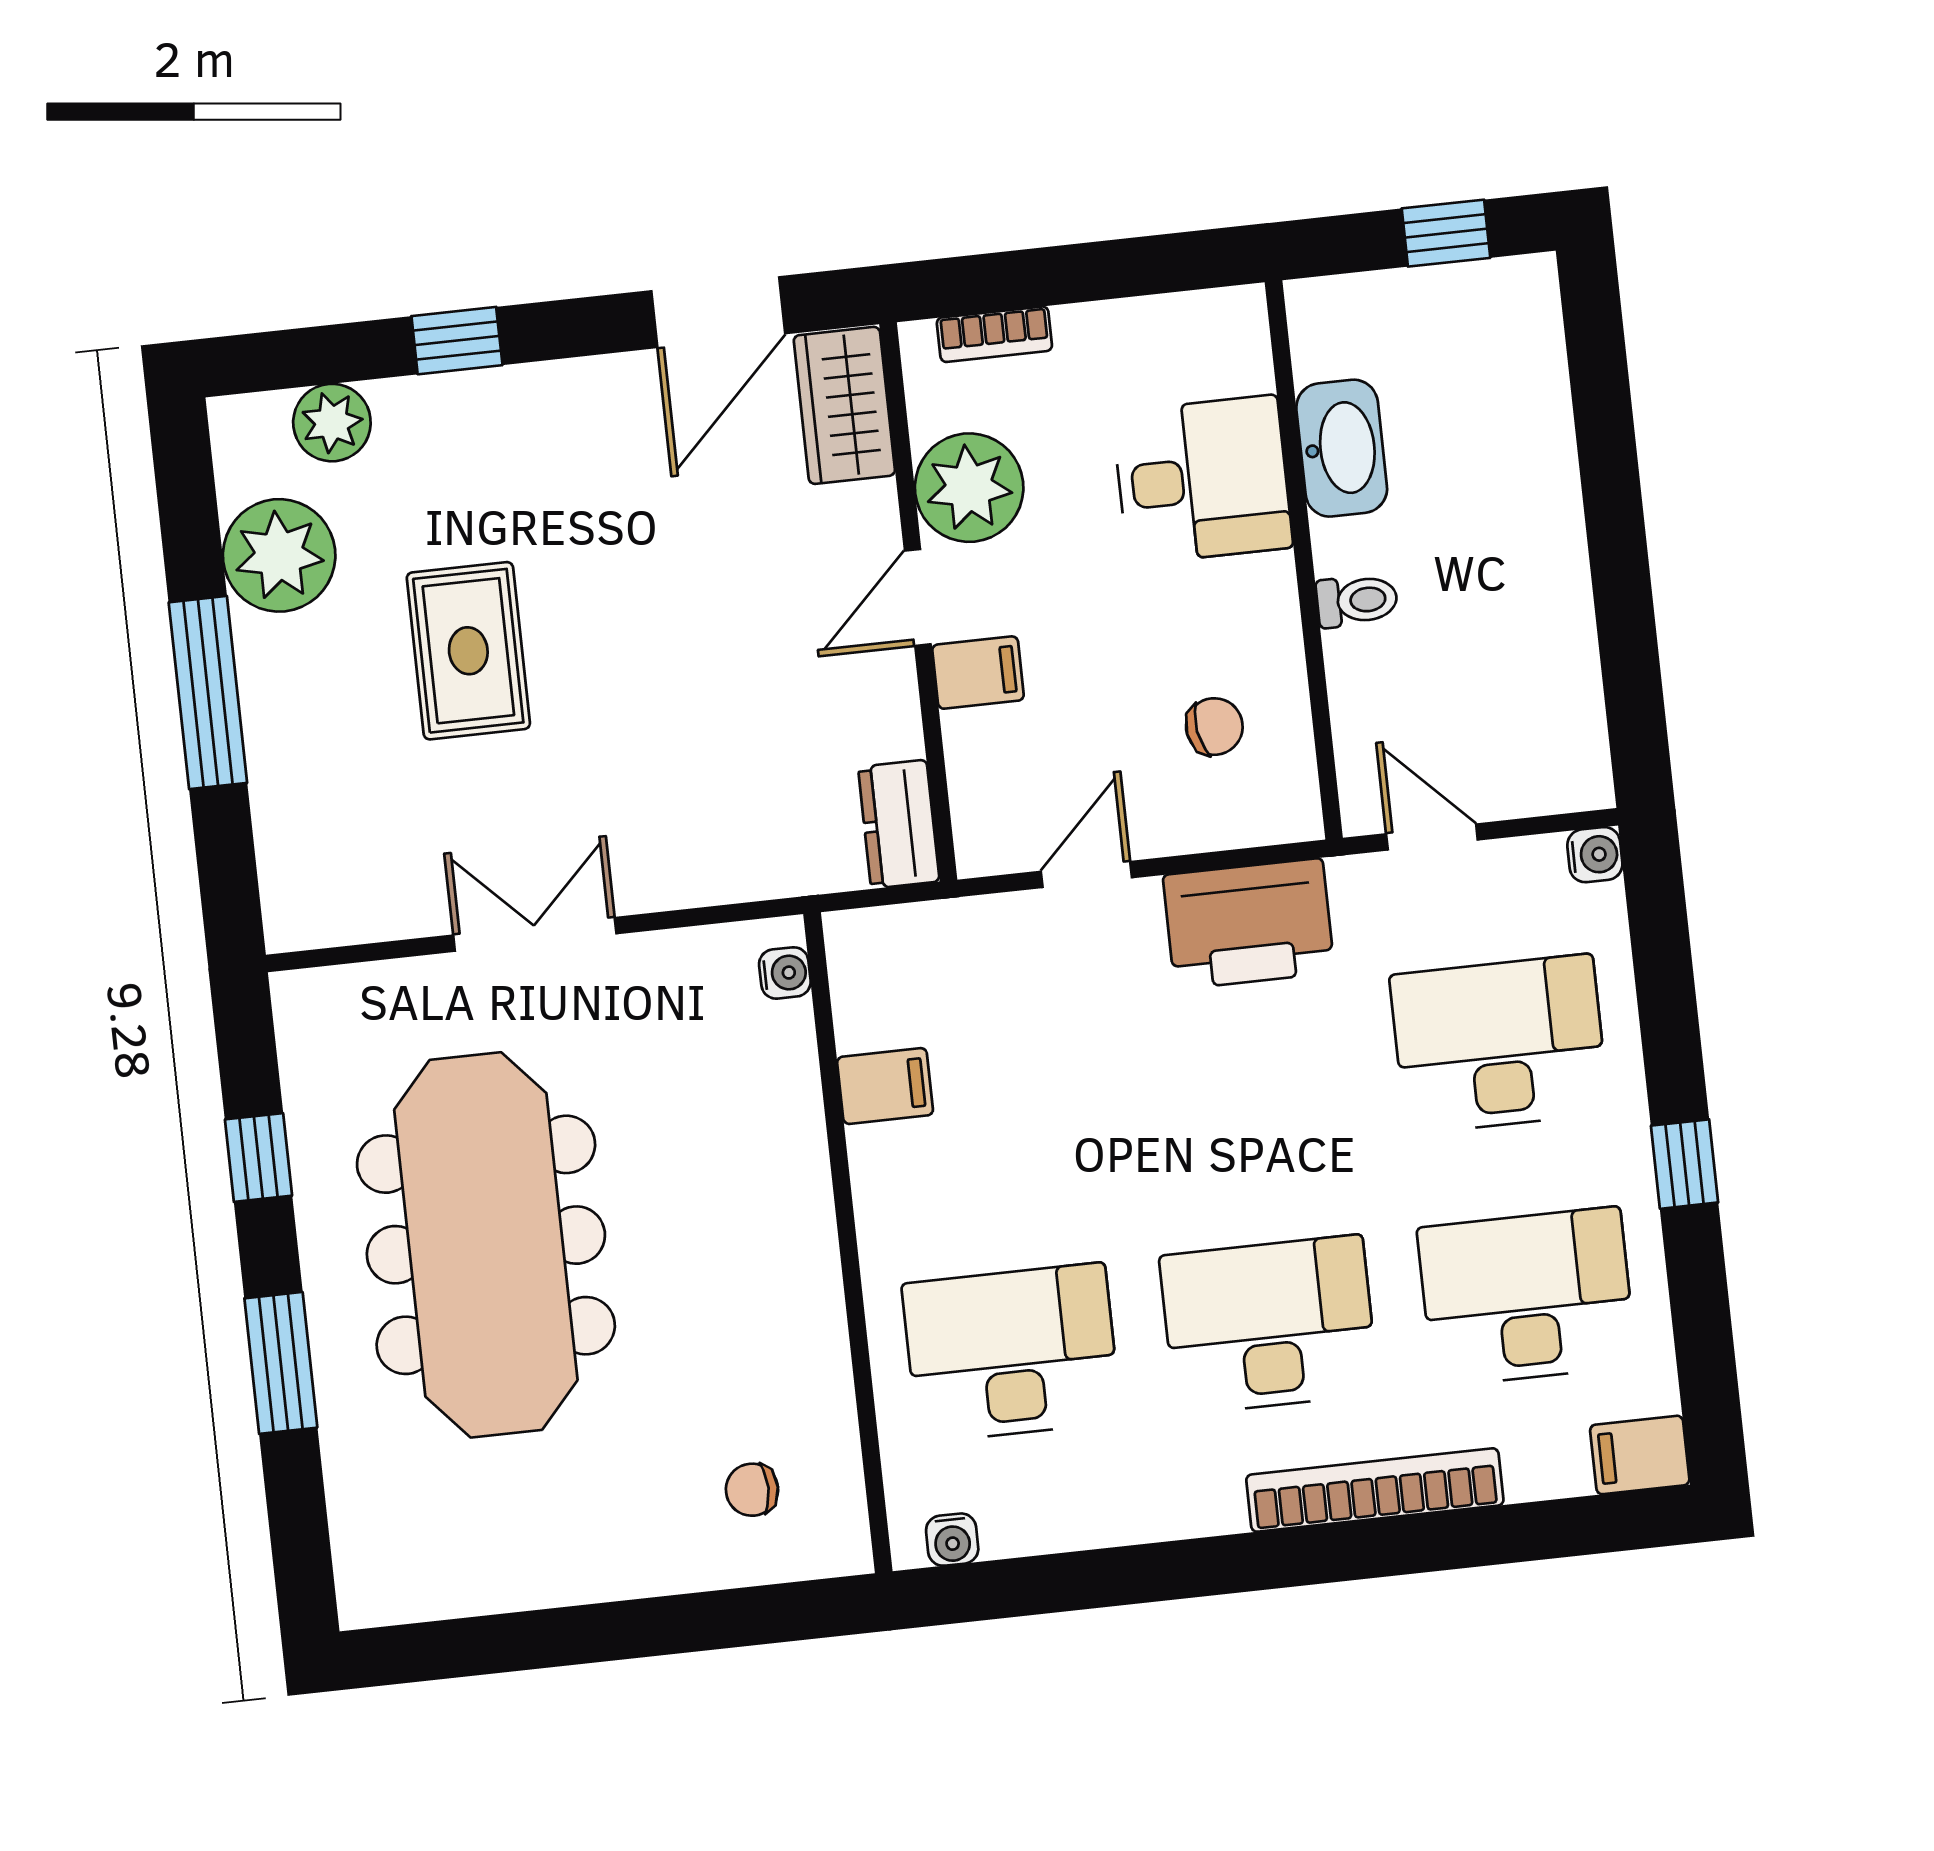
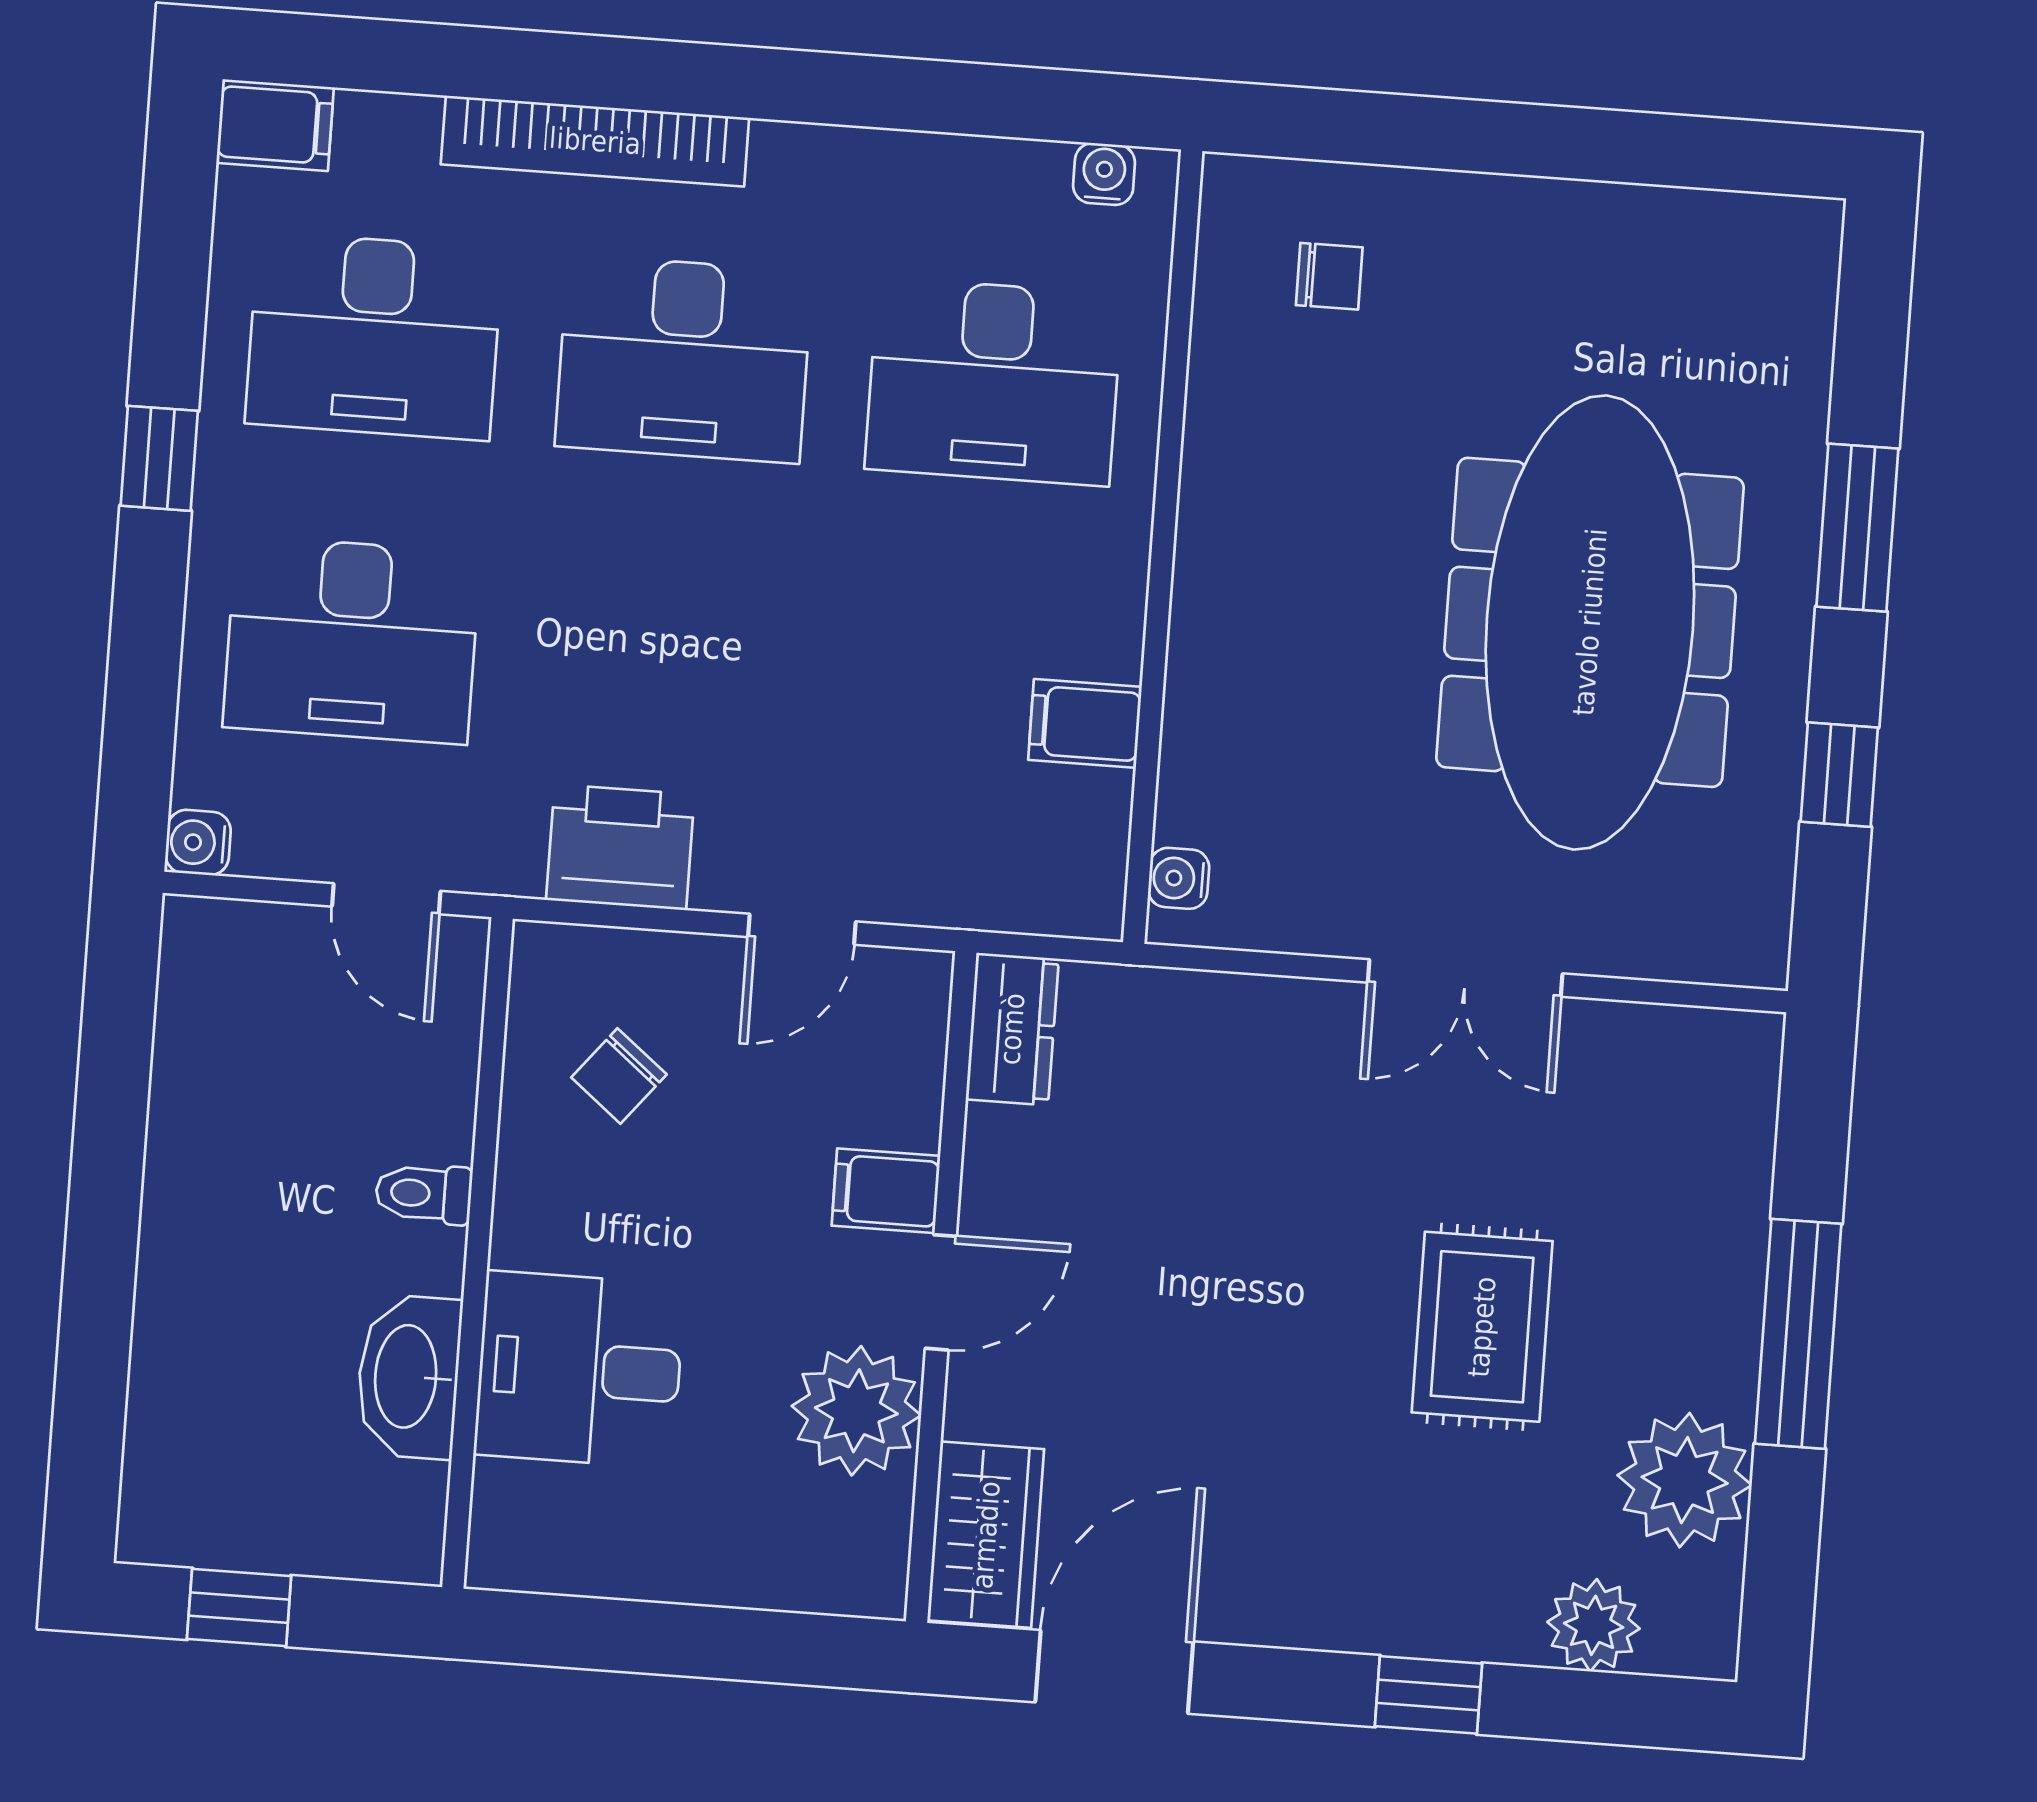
bookcase: (994, 334) -> (793, 1586), removed
chair: (1214, 727) -> (619, 1076), turned -42
printer: (1249, 924) -> (620, 847), width x0.73, depth x0.84

